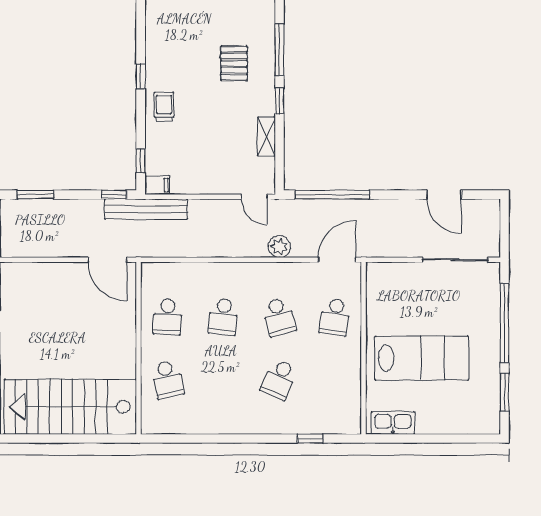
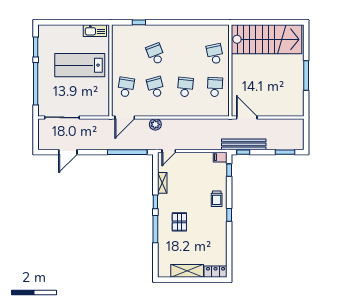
door: (444, 195) -> (68, 152), swing flipped
door: (254, 197) -> (169, 151), swing flipped
bench: (146, 209) -> (244, 144), moved
school desk: (279, 379) -> (156, 54), turned -45

